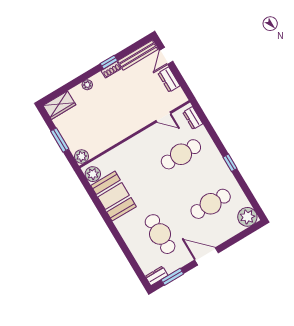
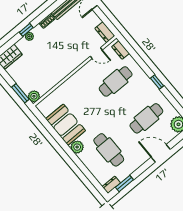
window: (109, 62) -> (26, 30), moved
dresser: (169, 79) -> (105, 32), moved
window: (60, 140) -> (20, 93), moved
plant: (93, 174) -> (77, 147), moved
door: (206, 256) -> (161, 153), moved

